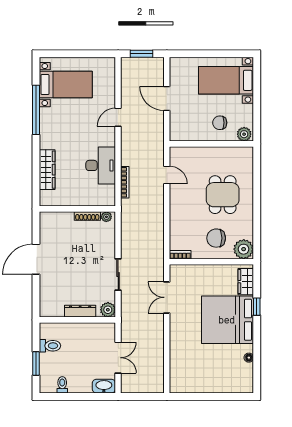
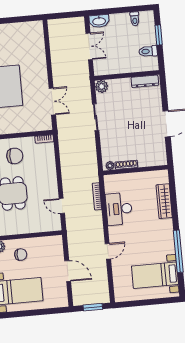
dresser: (80, 311) -> (145, 81), moved
double door: (118, 358) -> (89, 46), swing flipped

